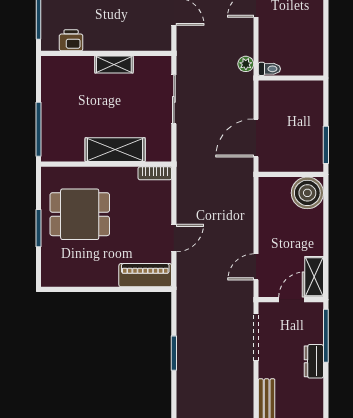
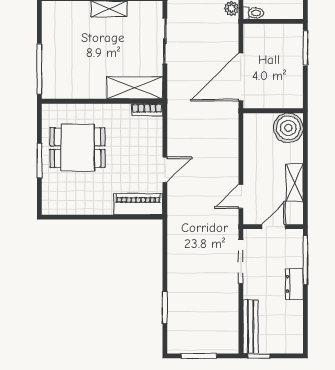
door: (256, 138) -> (241, 77), width x1.36
window: (326, 145) -> (305, 48), moved
shelving: (115, 150) -> (135, 88), moved
shelving: (314, 277) -> (295, 183), moved
window: (174, 353) -> (165, 307), moved

